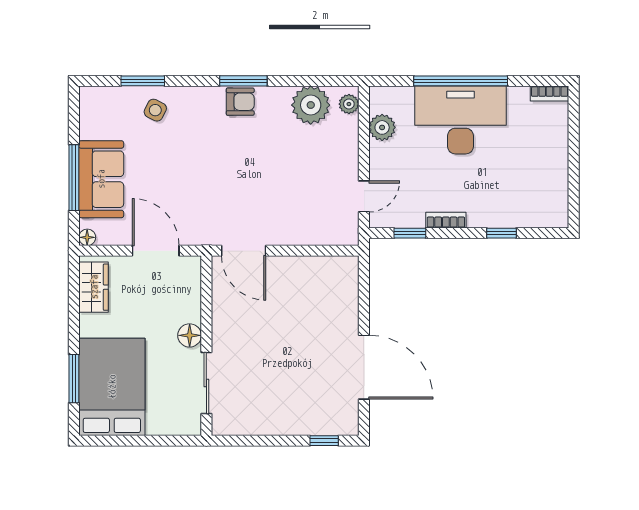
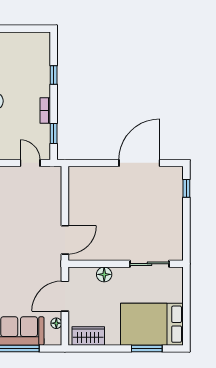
floor lamp: (87, 237) -> (56, 323), moved
floor lamp: (190, 335) -> (104, 274), moved

